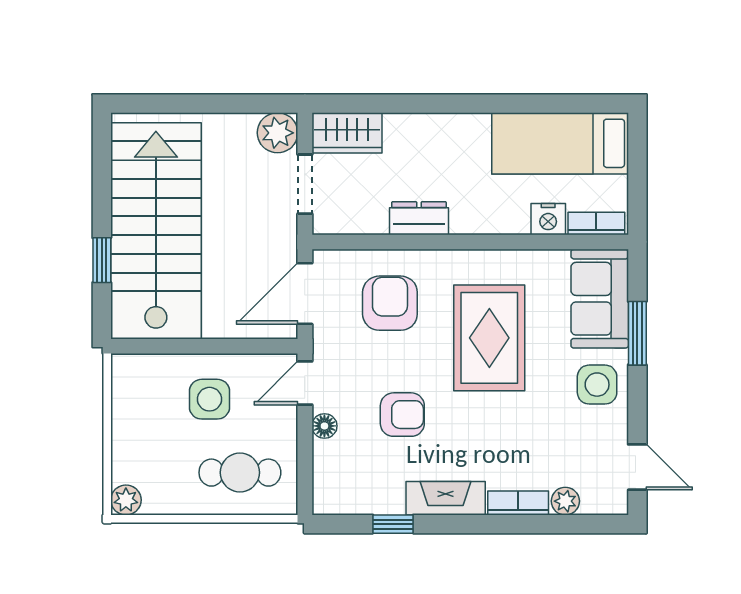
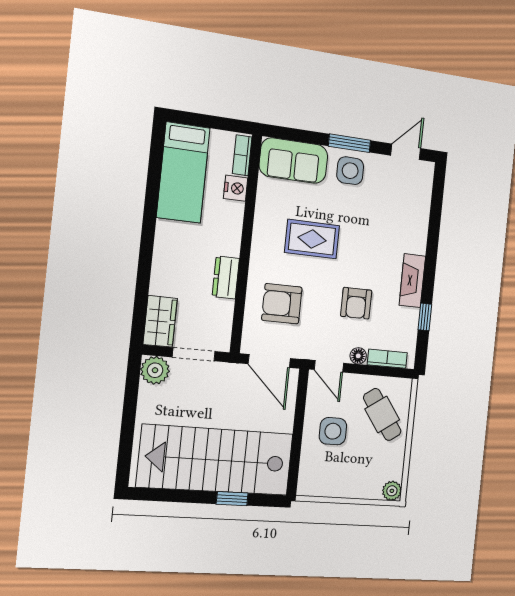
window: (637, 333) -> (350, 143), moved
rug: (489, 338) -> (312, 239), width x0.73, depth x0.70
armchair: (402, 415) -> (356, 303), turned 180
cafe table: (240, 473) -> (382, 414), turned -35
plant: (565, 501) -> (422, 202), removed
bookcase: (518, 503) -> (387, 359), moved, turned 90

